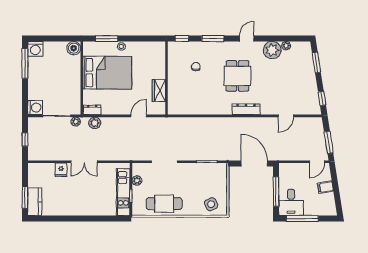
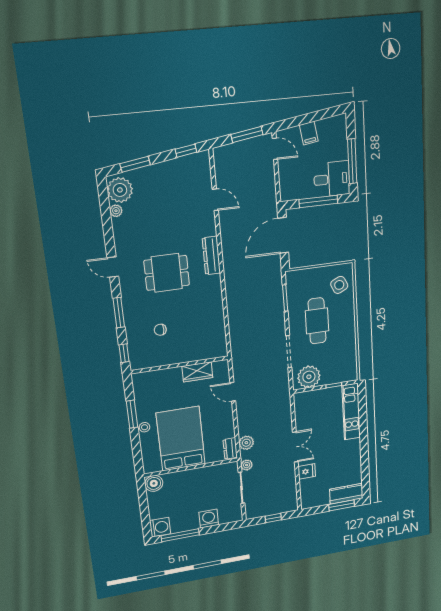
window: (106, 38) -> (132, 414), moved
plant: (272, 50) -> (120, 190), moved
washing machine: (35, 108) -> (209, 519), moved
plant: (137, 181) -> (309, 377), width x1.87, depth x1.87
kitchen unit: (123, 192) -> (351, 412), moved, turned 90
cafe table: (164, 204) -> (317, 321), moved

